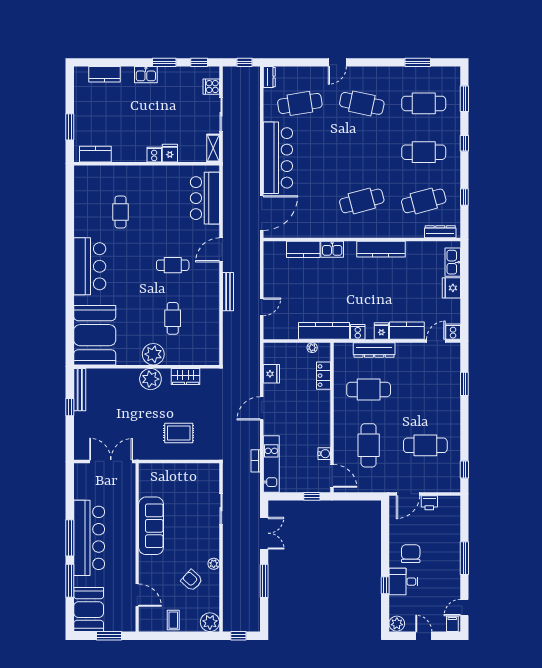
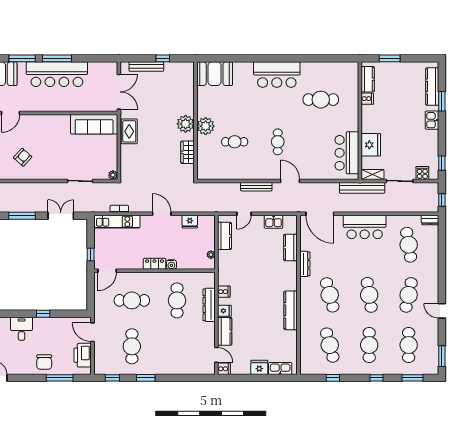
window: (164, 62) -> (442, 101), moved
door: (337, 62) -> (442, 311), moved
window: (418, 62) -> (442, 356), moved
kitchen counter: (104, 74) -> (432, 87), width x1.50
cafe table: (362, 152) -> (369, 295), added
fridge: (170, 153) -> (371, 145), width x1.88, depth x1.34
cooker: (154, 155) -> (367, 99), moved
bar counter: (278, 158) -> (365, 227), width x0.73
bench: (230, 161) -> (362, 188), added
bar counter: (205, 198) -> (347, 153), moved, turned -90
cafe table: (121, 212) -> (321, 100), width x1.37, depth x1.35
dresser: (440, 232) -> (305, 264), moved
kitchen sink: (332, 249) -> (274, 222), moved, turned -90
door: (262, 307) -> (244, 214), hinge flipped
kitchen counter: (324, 331) -> (225, 236), moved, width x0.67
booth: (95, 335) -> (215, 74), width x0.73, depth x0.70
locker: (323, 376) -> (155, 264), moved
window: (464, 384) -> (146, 378), moved
bench: (80, 390) -> (146, 67), moved
rug: (179, 433) -> (129, 131), moved
water cooler: (324, 454) -> (171, 265), moved
printer: (429, 503) -> (83, 355), width x1.87, depth x1.48
sofa: (151, 526) -> (94, 124), moved
double door: (264, 533) -> (61, 216), swing flipped
chair: (411, 554) -> (44, 362), moved, turned 90
window: (464, 558) -> (60, 378), moved
plant: (214, 564) -> (113, 175), moved
window: (385, 585) -> (43, 314), moved

